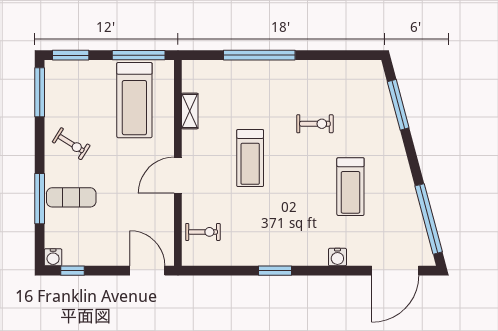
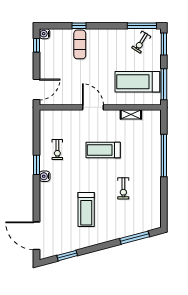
exercise bike: (71, 144) -> (141, 42), moved
treadmill: (350, 187) -> (86, 209), turned -90
window: (40, 199) -> (79, 26), width x0.46
window: (429, 219) -> (67, 256), width x0.47
exercise bike: (203, 232) -> (57, 150), moved
water cooler: (337, 257) -> (45, 176), moved

